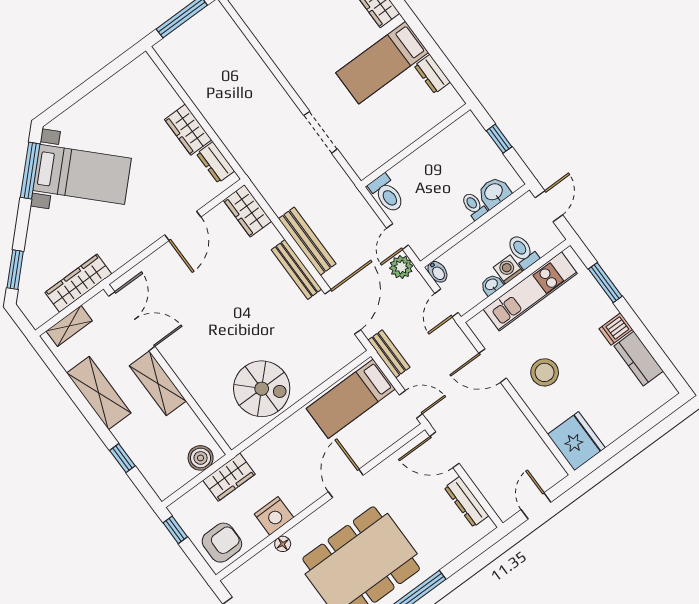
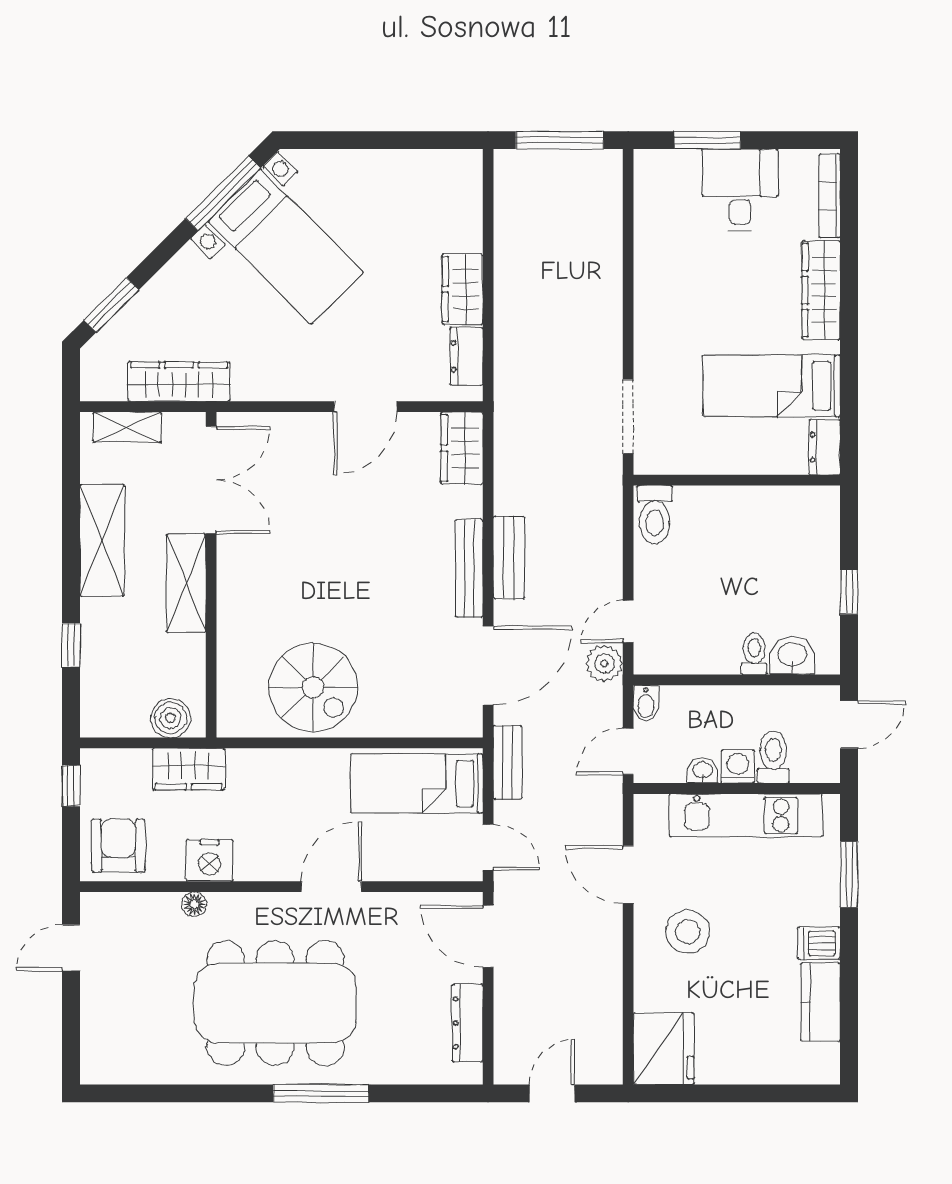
wall: (416, 145) -> (737, 480), moved
toilet: (387, 194) -> (655, 515), moved
bench: (307, 241) -> (509, 557), width x0.73
armchair: (222, 543) -> (118, 846), turned -90

